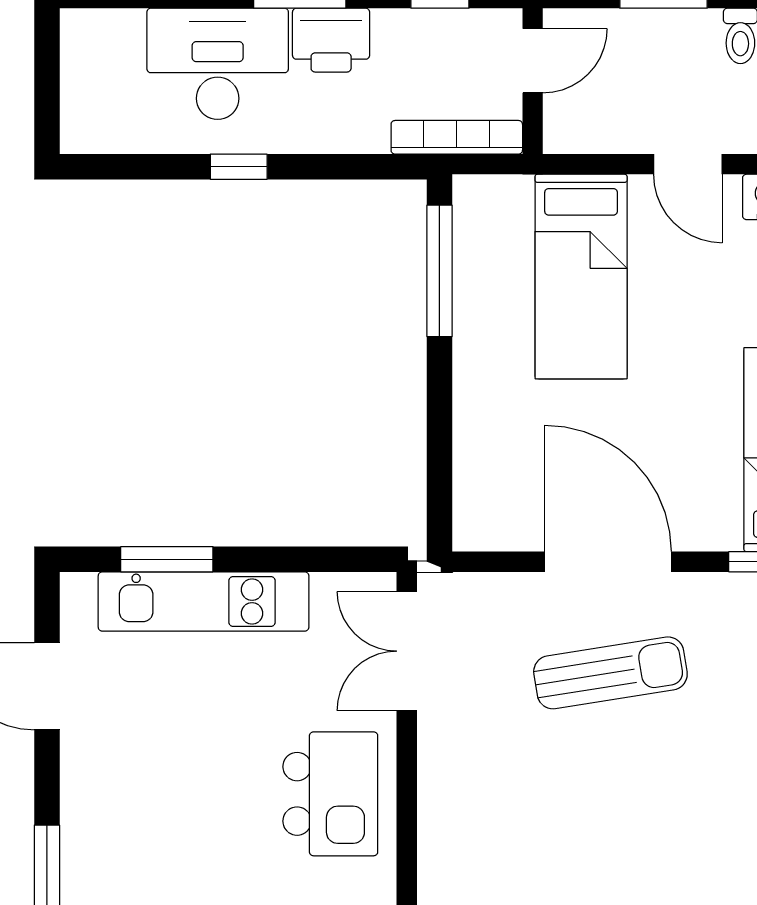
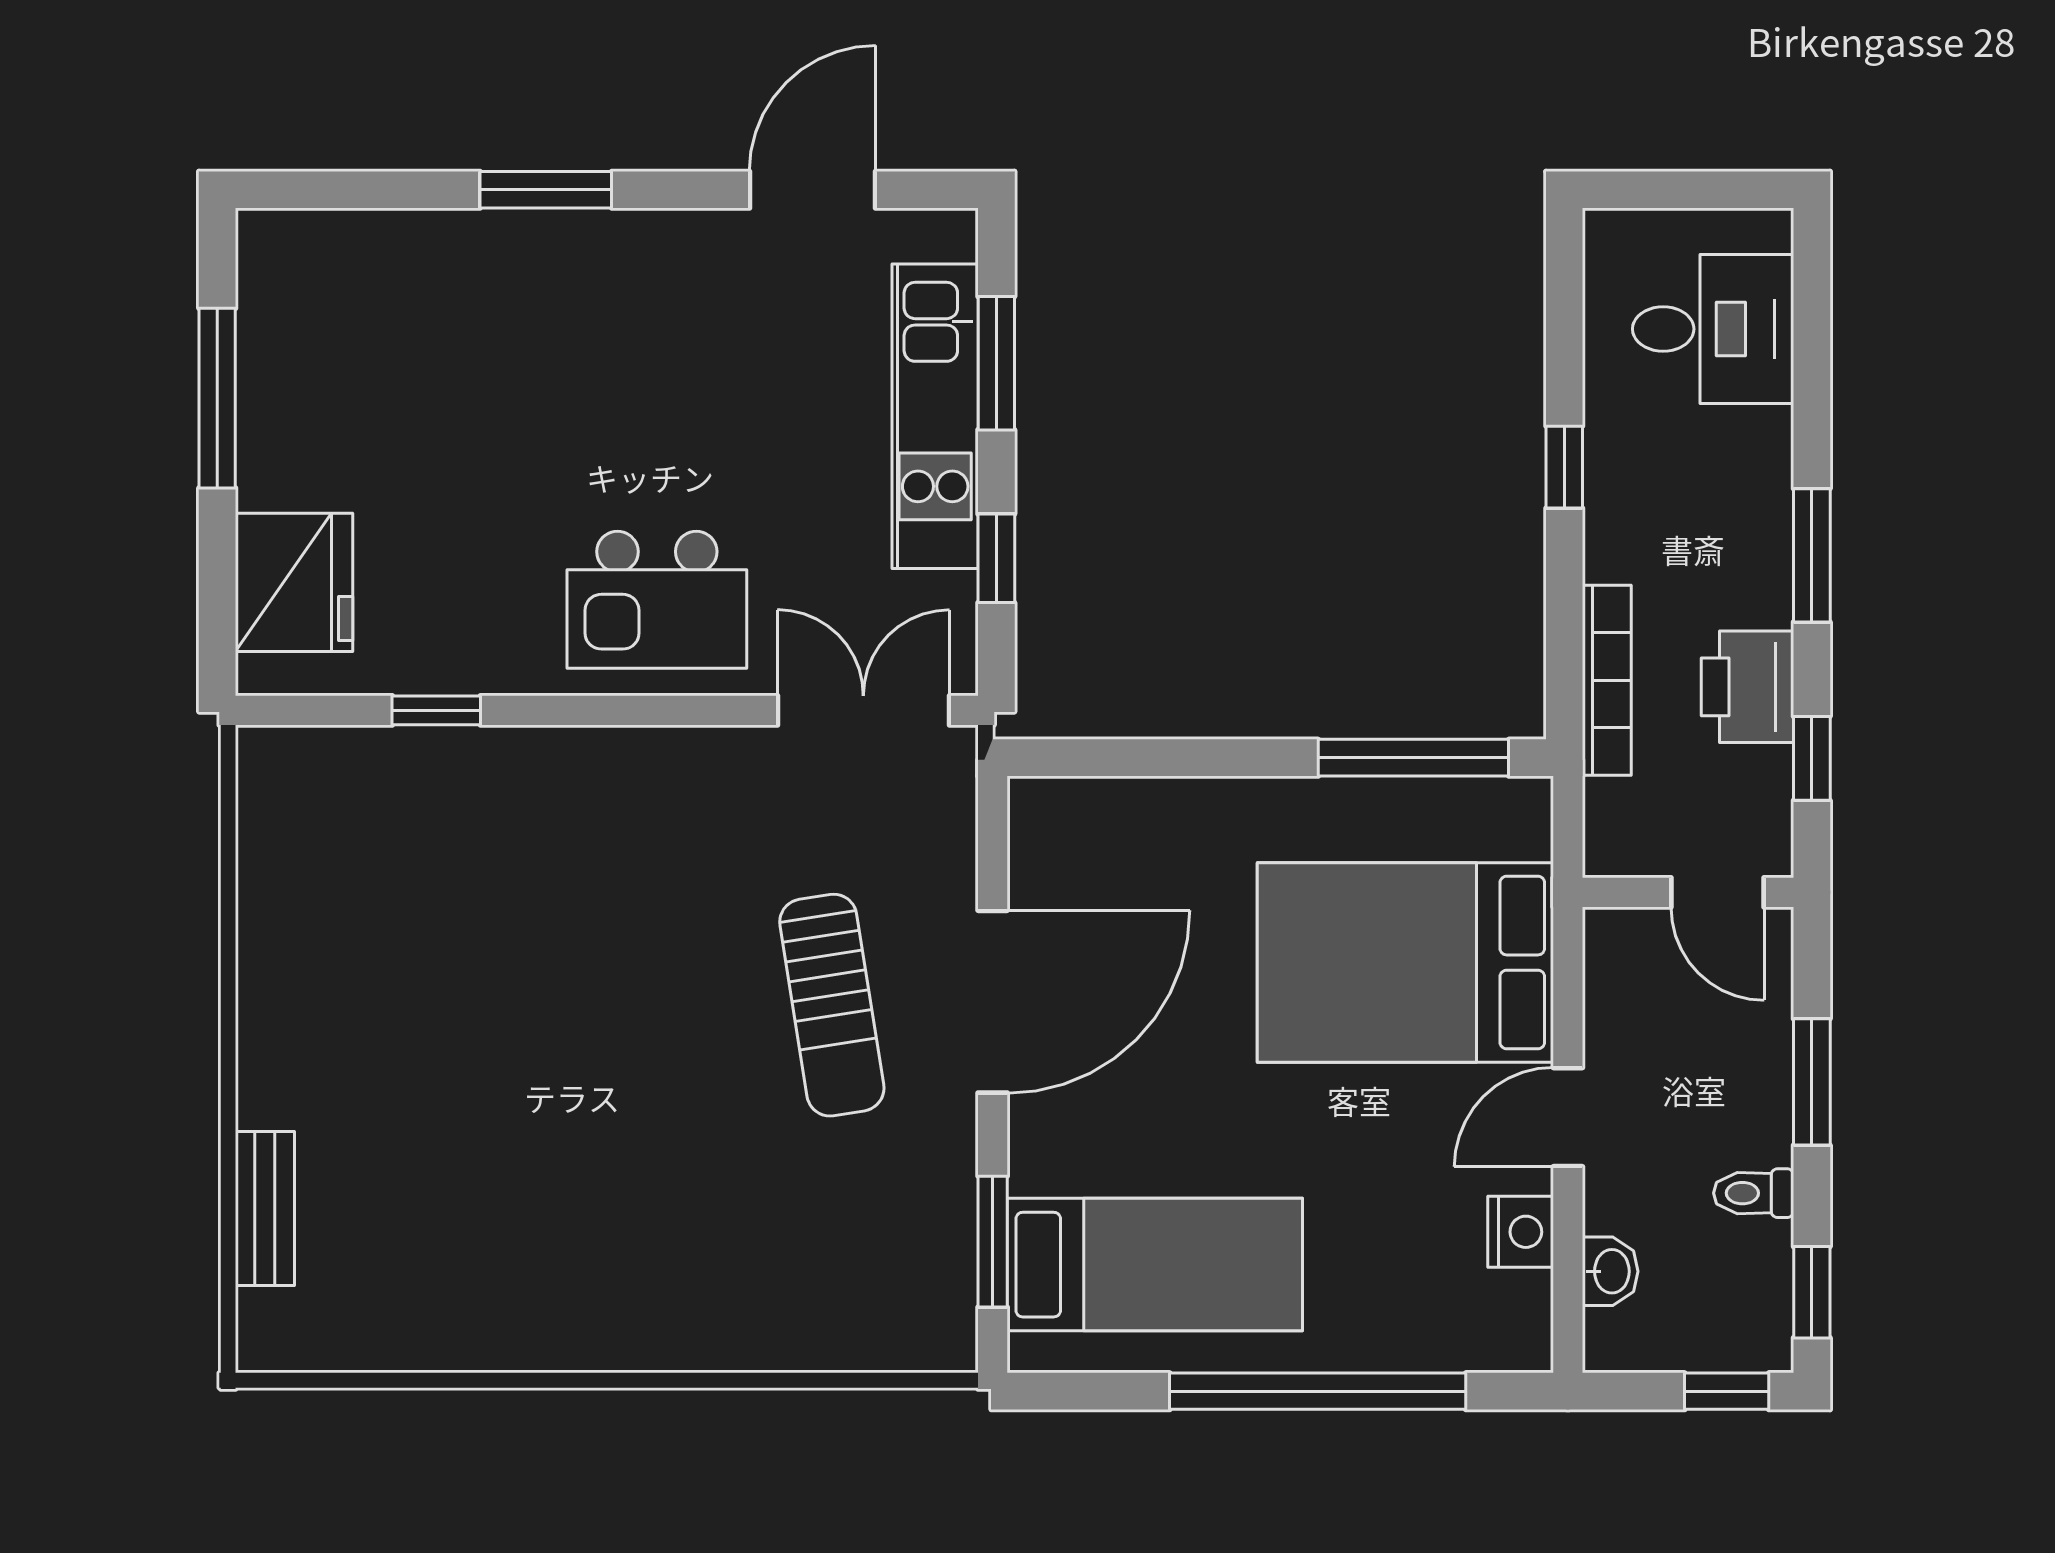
printer: (331, 40) -> (1747, 687), moved
desk: (218, 64) -> (1713, 329), moved, width x0.73
bookcase: (457, 137) -> (1607, 680), moved
bed: (581, 277) -> (1405, 963), width x1.50
window: (302, 559) -> (996, 558), added

